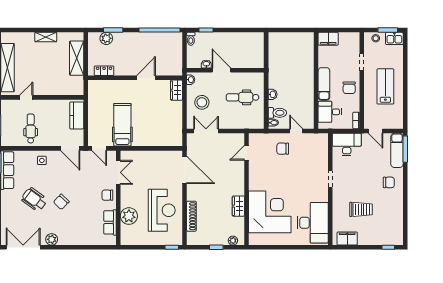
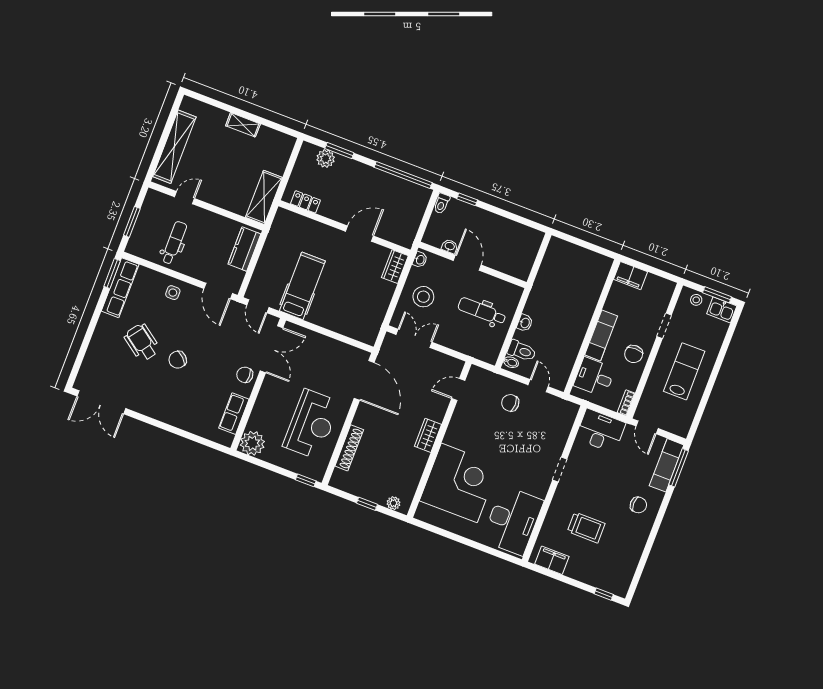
shelving: (77, 58) -> (264, 197), moved
double door: (118, 172) -> (272, 349), width x1.37
wardrobe: (238, 206) -> (428, 435), moved
plant: (129, 216) -> (252, 443), moved
plant: (52, 239) -> (145, 406), removed
double door: (23, 247) -> (101, 402), swing flipped

